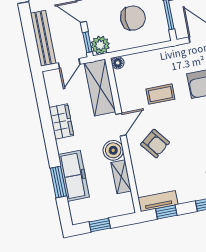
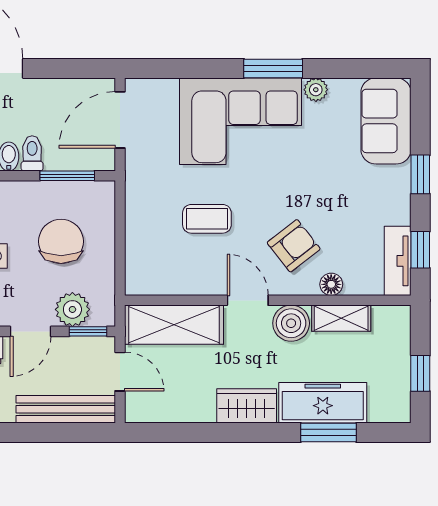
plant: (100, 45) -> (72, 309), moved
floor lamp: (118, 63) -> (331, 284), moved
coffee table: (160, 94) -> (207, 219), turned 90
wardrobe: (61, 121) -> (247, 406), moved

